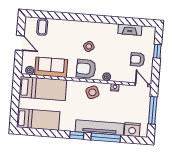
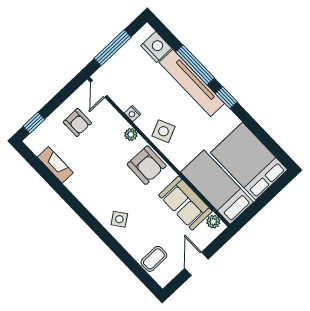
side table: (89, 46) -> (119, 219), moved
window: (157, 51) -> (34, 123), moved
bed: (38, 119) -> (249, 161), width x1.50

